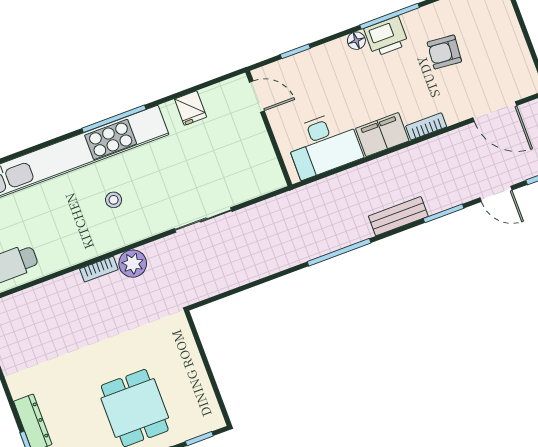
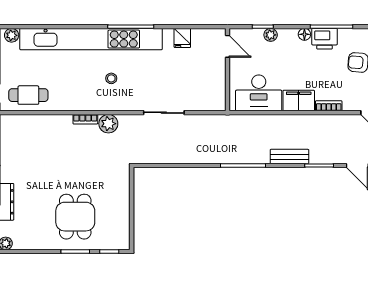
plant: (310, 59) -> (271, 35), added

